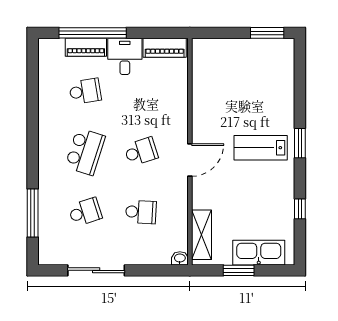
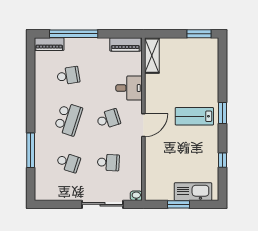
piano: (86, 47) -> (49, 44), moved
desk: (125, 56) -> (129, 88), moved, turned 90
school desk: (85, 212) -> (68, 162), turned 36
window: (33, 213) -> (31, 150), moved
shelving: (202, 235) -> (152, 56), moved
sliding door: (96, 270) -> (103, 204), moved

